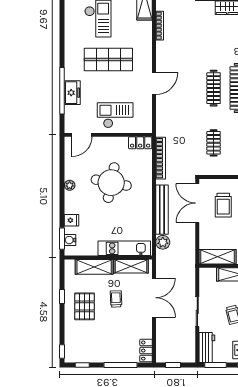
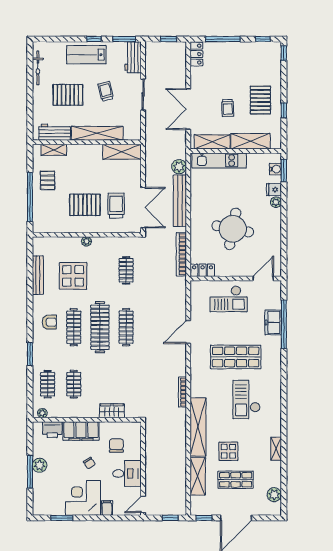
plant: (70, 185) -> (276, 202), moved

